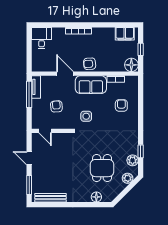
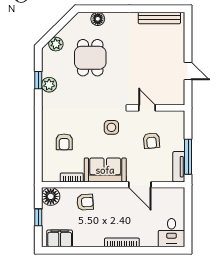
armchair: (90, 64) -> (85, 202), moved
door: (45, 131) -> (147, 108), moved
plant: (133, 160) -> (49, 85), moved
window: (29, 185) -> (188, 35), removed

